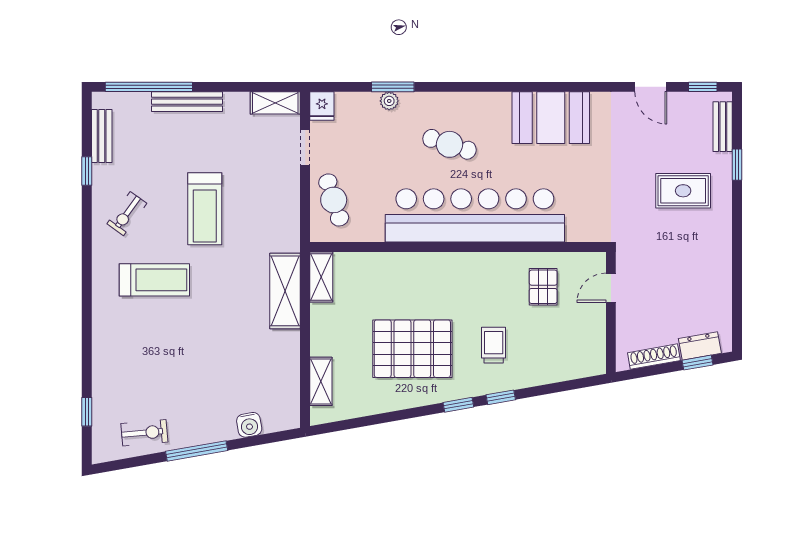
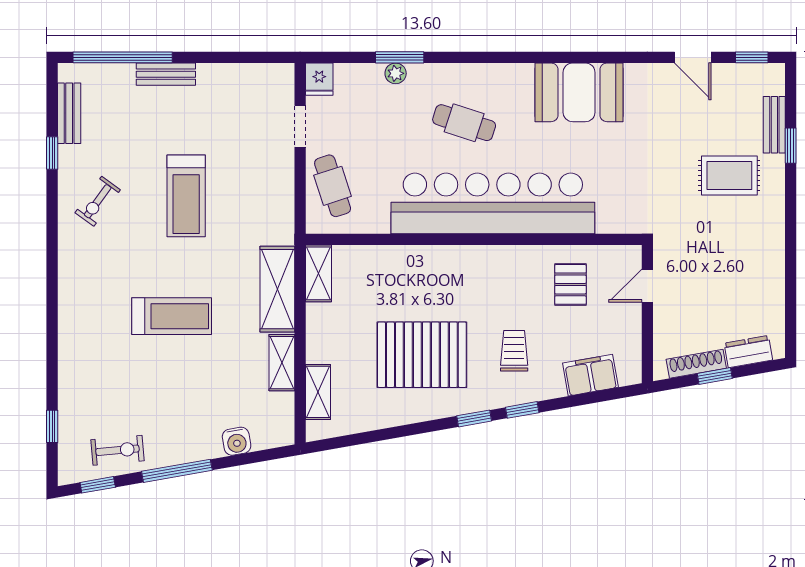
bench: (187, 102) -> (166, 74), width x0.73
shelving: (275, 103) -> (282, 363), moved, turned 90
bench: (723, 127) -> (774, 125), moved
treadmill: (154, 280) -> (172, 316), moved
window: (698, 363) -> (715, 376), moved
filing cabinet: (561, 367) -> (590, 375), added
window: (127, 463) -> (98, 485), added

